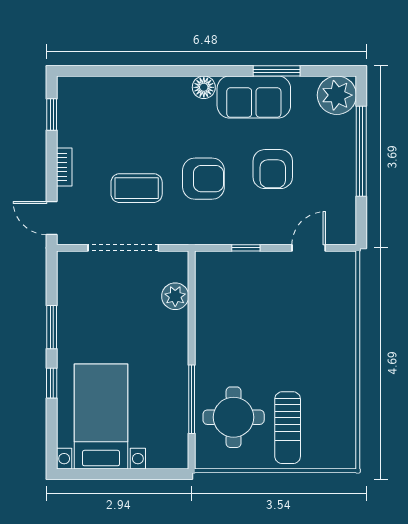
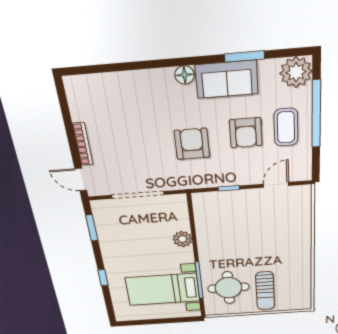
window: (52, 115) -> (64, 106), removed
bookcase: (64, 167) -> (83, 144), width x1.56
armchair: (203, 179) -> (192, 144), turned -90
coffee table: (137, 188) -> (286, 127), moved, turned 90
plant: (175, 296) -> (182, 239), moved
window: (52, 327) -> (92, 228), moved
bed with nightstands: (101, 417) -> (163, 289), moved, turned -90

